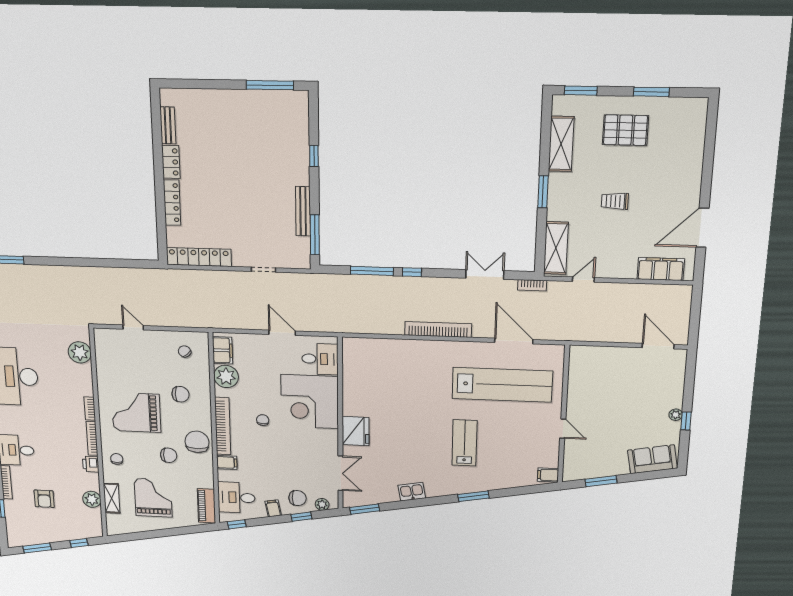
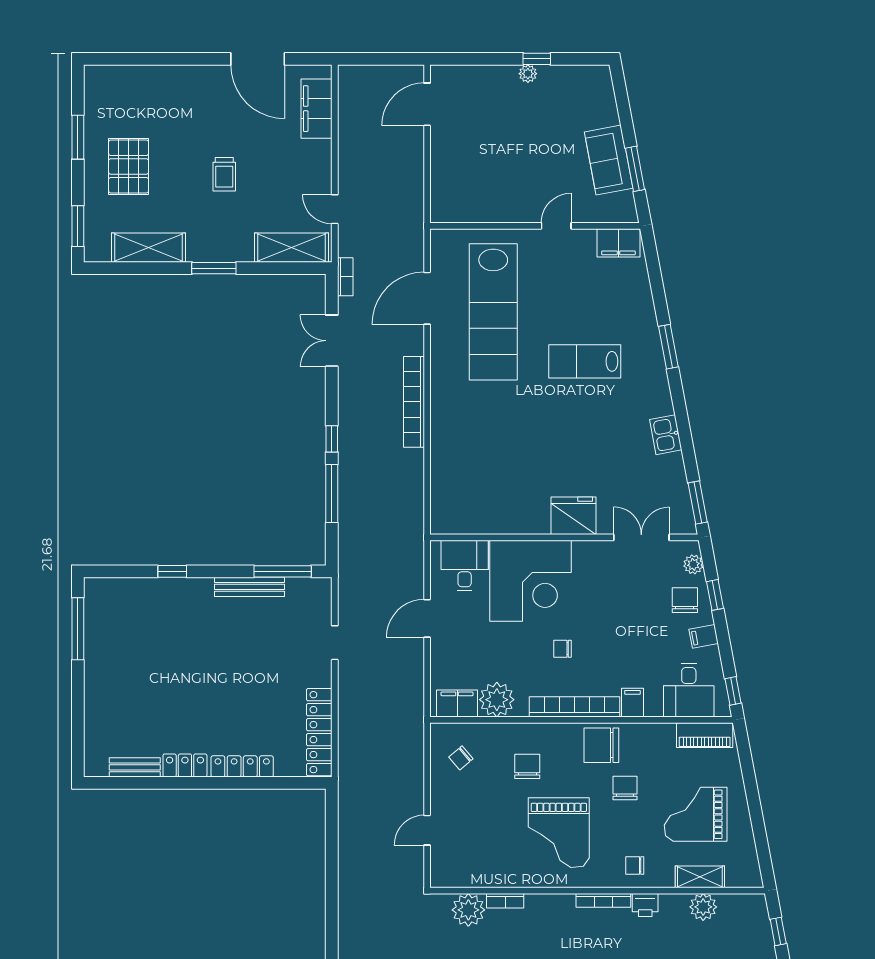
lab bench: (502, 385) -> (493, 312), turned 180
bookcase: (90, 409) -> (505, 901), moved
sofa: (652, 459) -> (609, 160), moved
filing cabinet: (548, 475) -> (618, 243), width x2.00

